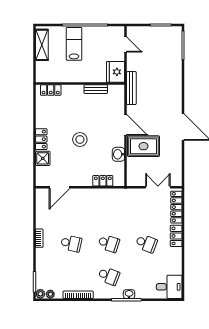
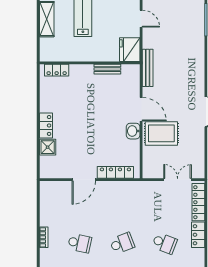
stool: (80, 139) -> (90, 126), removed
washbasin: (118, 154) -> (133, 131), moved
locker: (103, 181) -> (115, 172), width x1.53
door: (59, 187) -> (84, 180), moved
school desk: (109, 243) -> (122, 243), turned -39

